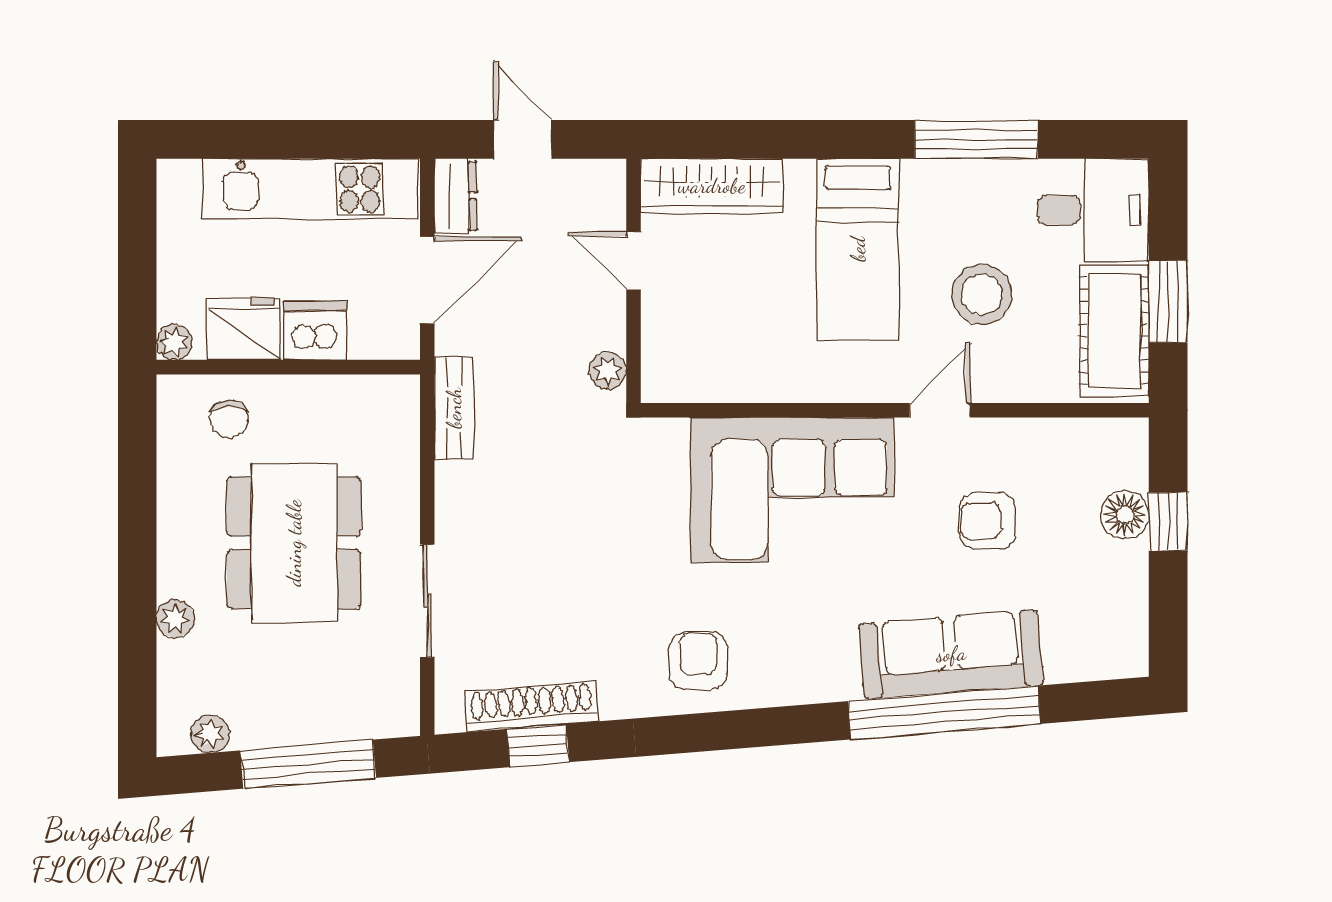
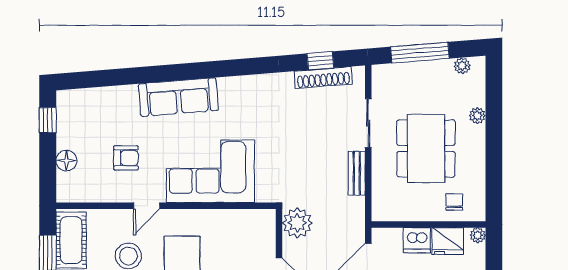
plant: (608, 371) -> (297, 223), width x1.88, depth x1.88
bench: (454, 408) -> (357, 173), moved
window: (1168, 522) -> (48, 120), moved
sofa: (951, 654) -> (178, 97), moved
armchair: (698, 661) -> (251, 97), removed
window: (944, 712) -> (145, 75), removed

